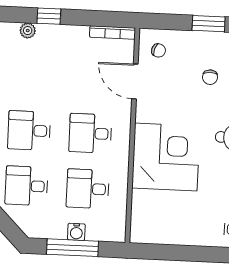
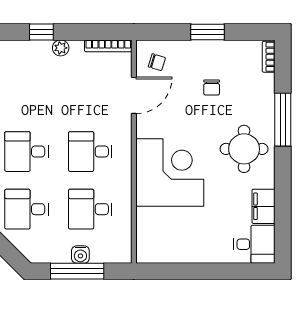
plant: (28, 31) -> (61, 48), moved
door: (135, 81) -> (134, 95), swing flipped

